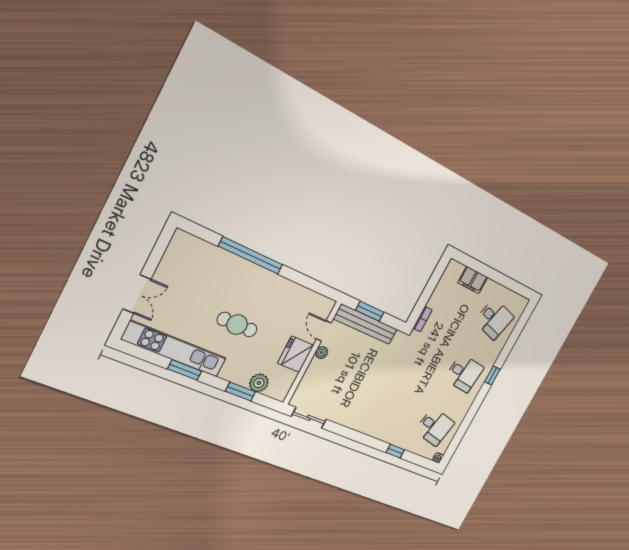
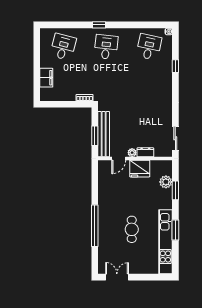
double door: (137, 294) -> (117, 277), moved
cafe table: (237, 325) -> (132, 229), moved
dresser: (312, 371) -> (145, 152), added

